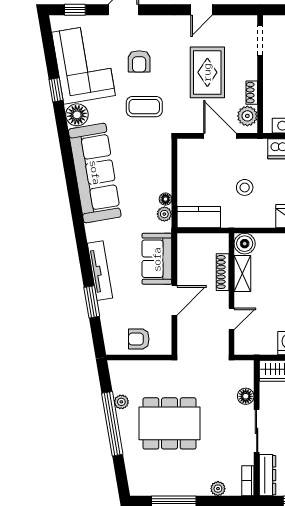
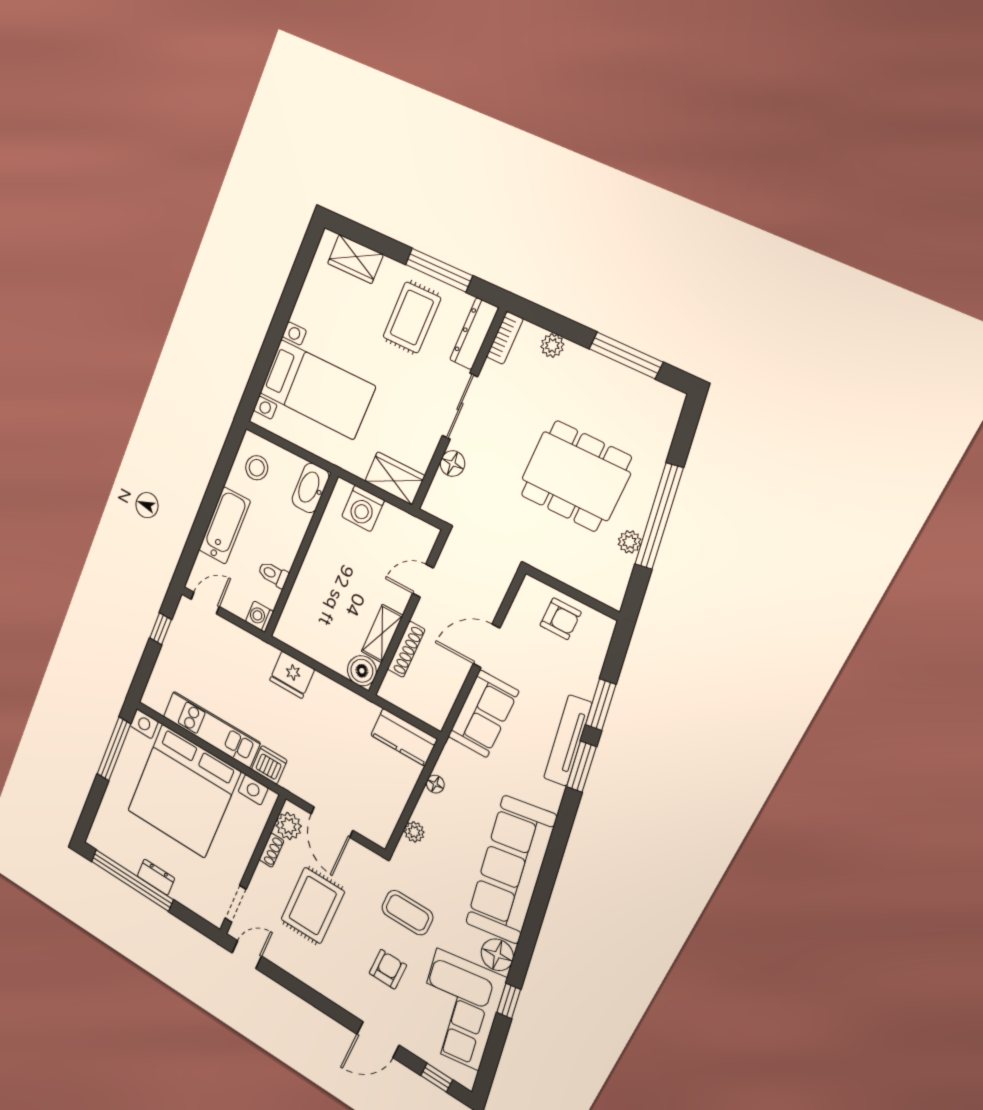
door: (201, 10) -> (247, 955), moved
stool: (245, 187) -> (330, 741), removed
plant: (164, 214) -> (414, 832), moved
window: (85, 260) -> (581, 767), added

